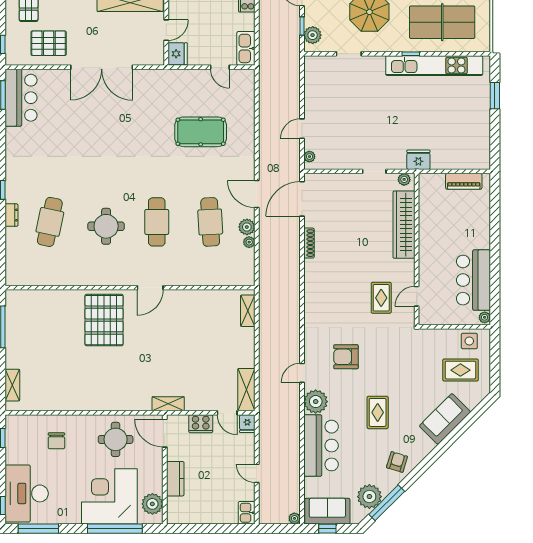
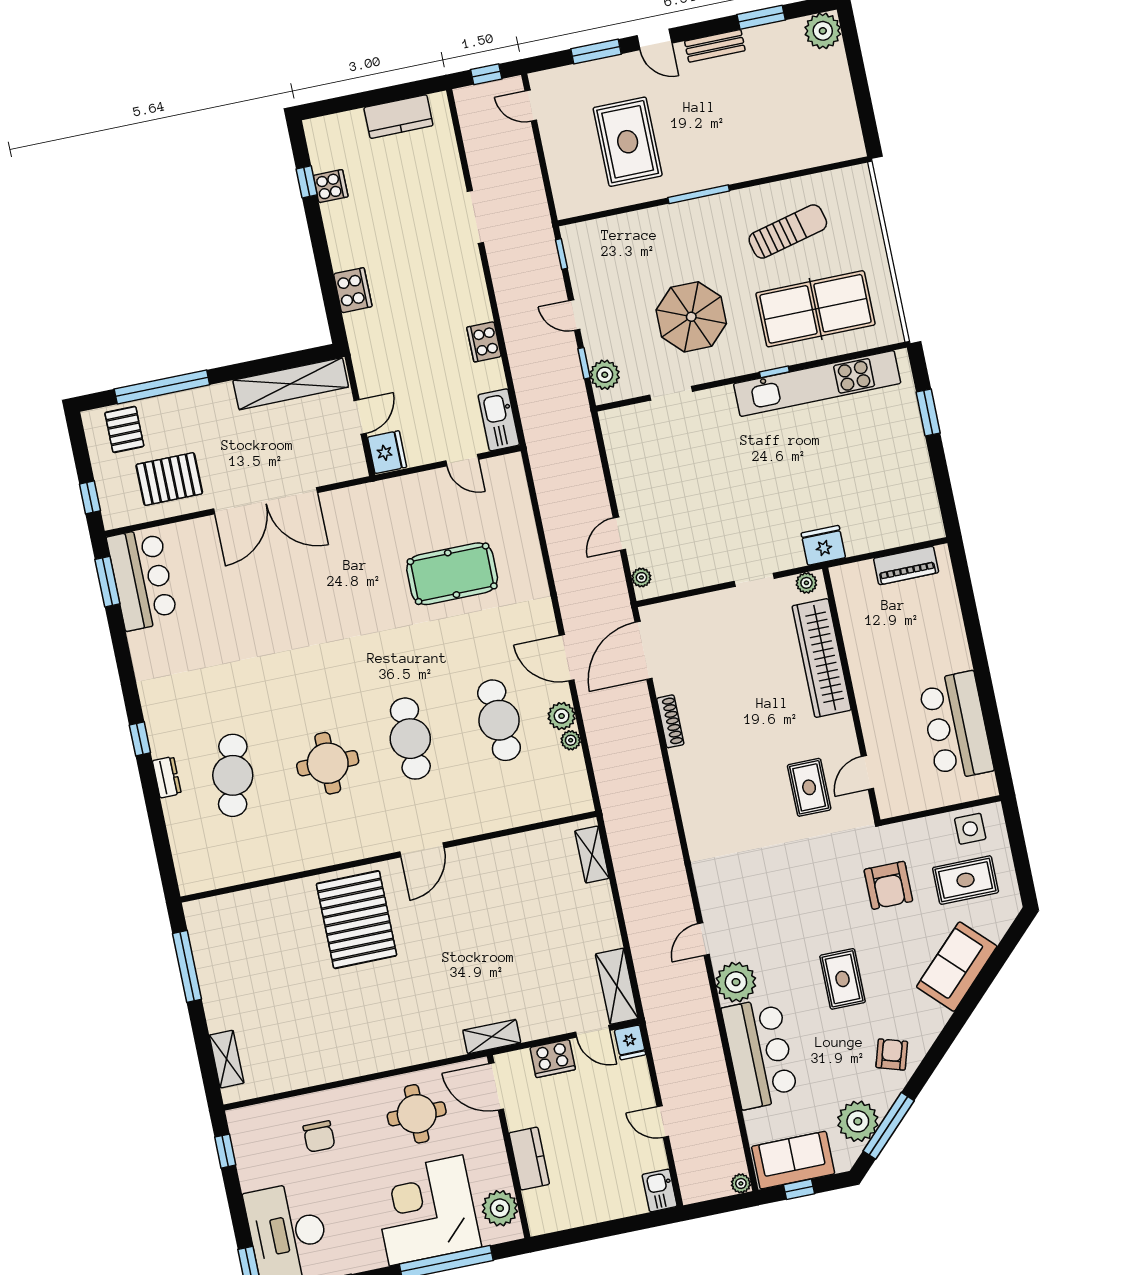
plant: (485, 317) -> (987, 784), removed
armchair: (346, 357) -> (888, 885), moved, turned -90

